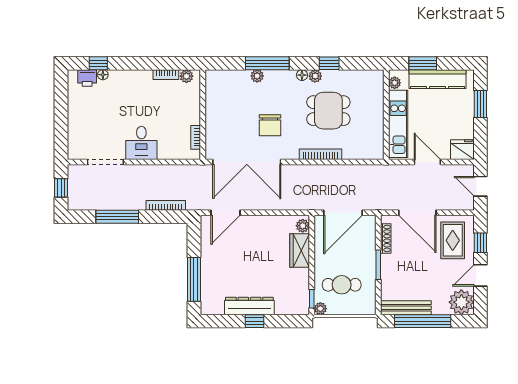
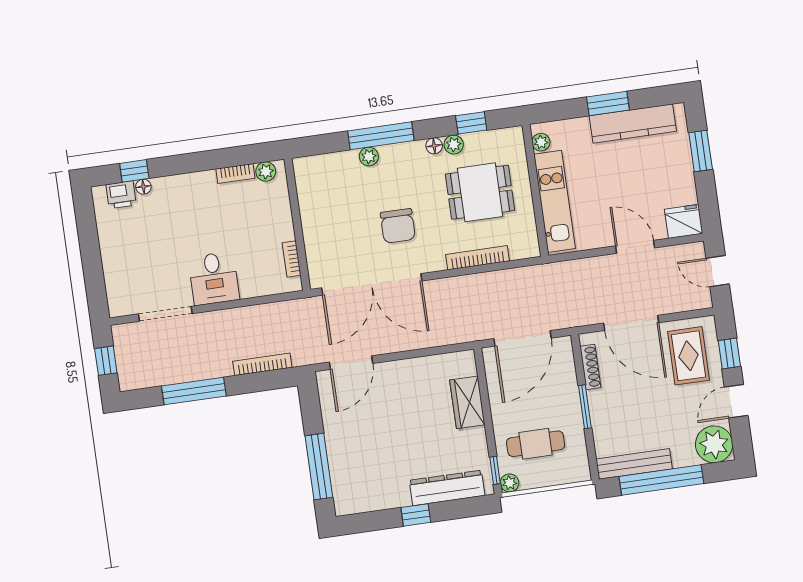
plant: (395, 83) -> (541, 142), moved
wall: (386, 115) -> (535, 190), moved
kitchen unit: (398, 124) -> (555, 201), moved
plant: (303, 226) -> (467, 366), removed
dresser: (249, 306) -> (447, 488), moved

